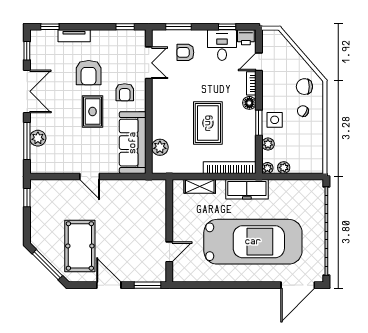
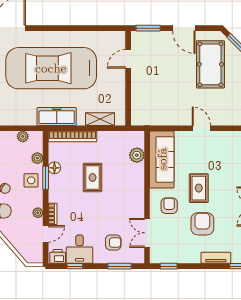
floor lamp: (249, 103) -> (54, 168), moved
rug: (208, 123) -> (93, 177), width x0.73, depth x0.70
plant: (267, 168) -> (38, 213), moved

